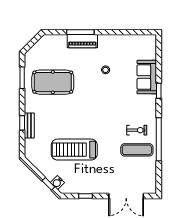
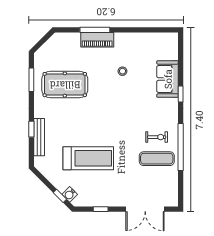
bench: (29, 126) -> (39, 137), width x1.36
treadmill: (74, 150) -> (88, 158), turned 180

